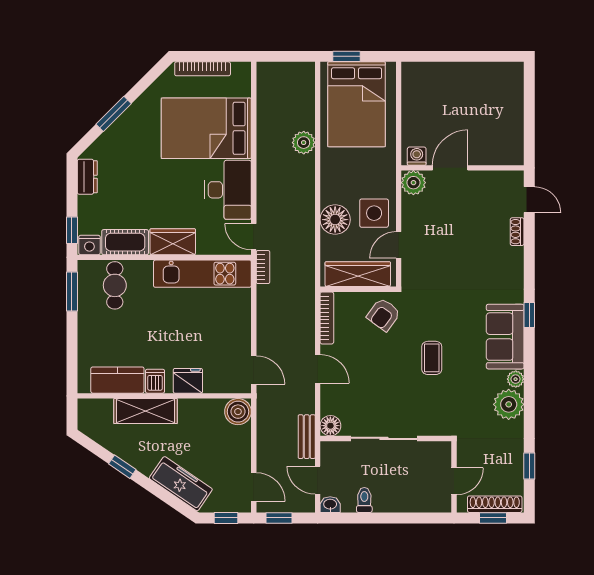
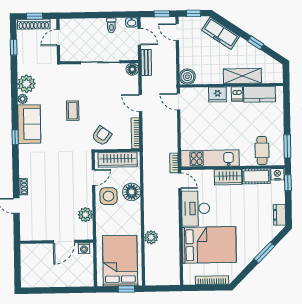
washing machine: (417, 156) -> (84, 248), moved
door: (450, 168) -> (64, 242), moved
wall: (463, 168) -> (57, 242), moved

